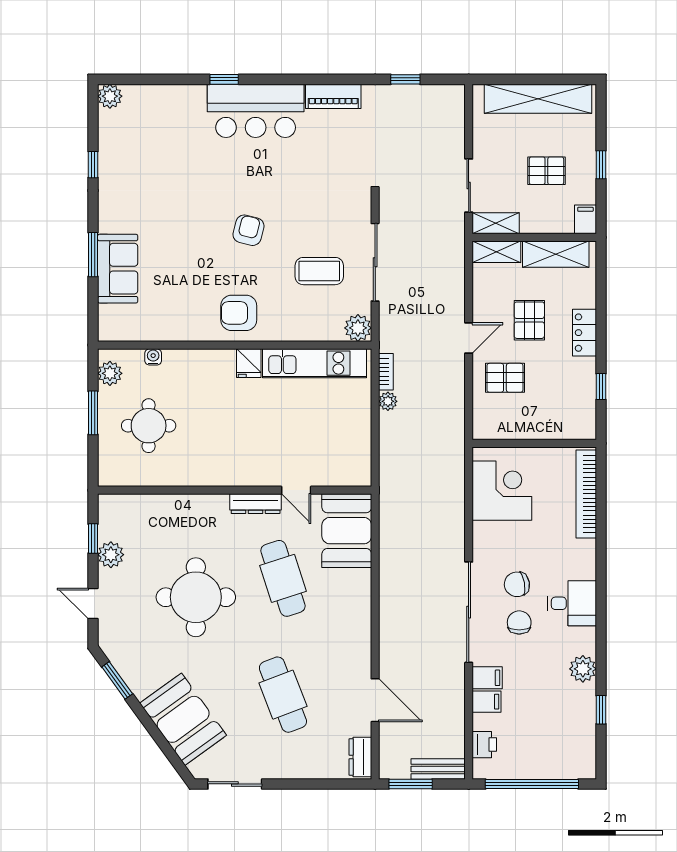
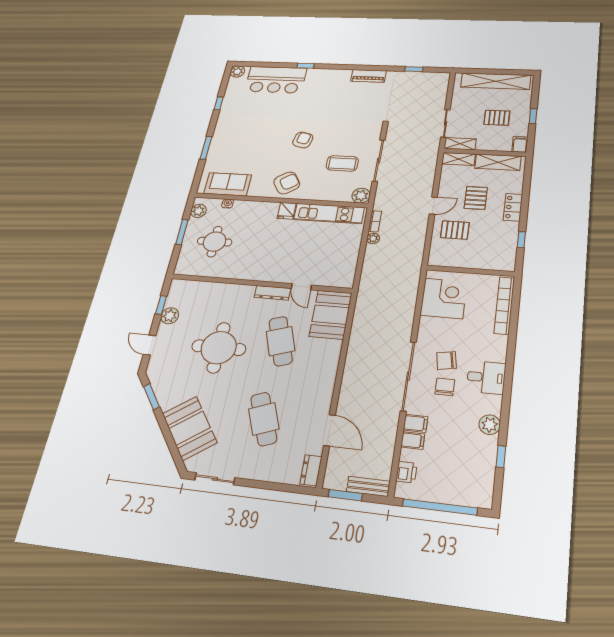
bar counter: (256, 111) -> (276, 80), moved
sofa: (118, 269) -> (228, 184), moved, turned -90
armchair: (239, 313) -> (287, 183), turned 147

